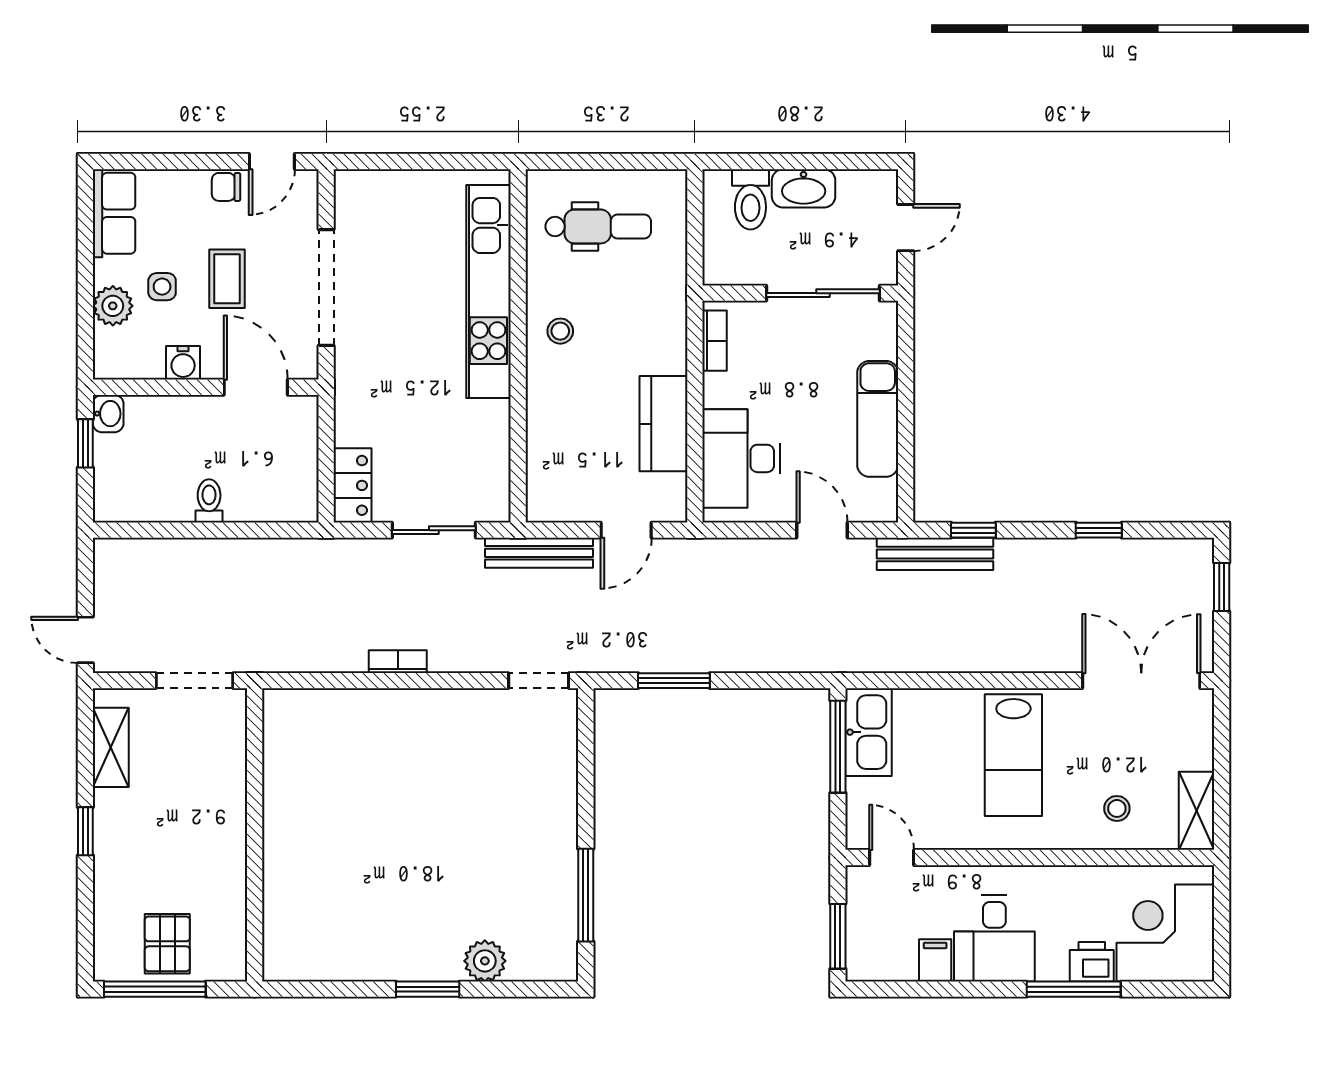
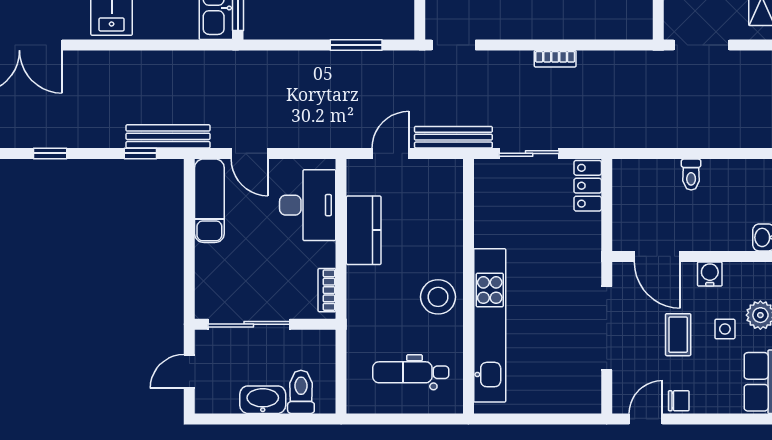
stool: (560, 331) -> (438, 297), width x1.89, depth x1.89
exam couch: (878, 419) -> (209, 201), moved

